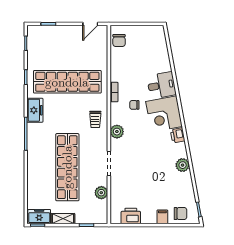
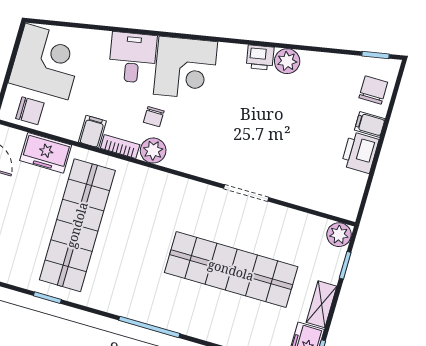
corner desk: (147, 42) -> (47, 61), added
filing cabinet: (118, 76) -> (92, 132), added
freezer: (35, 110) -> (46, 153), moved, turned 180
trolley: (95, 119) -> (159, 194), removed
plant: (117, 132) -> (153, 151), moved
printer: (178, 135) -> (260, 58), moved
plant: (101, 193) -> (339, 235), moved
printer: (131, 216) -> (360, 152), moved

